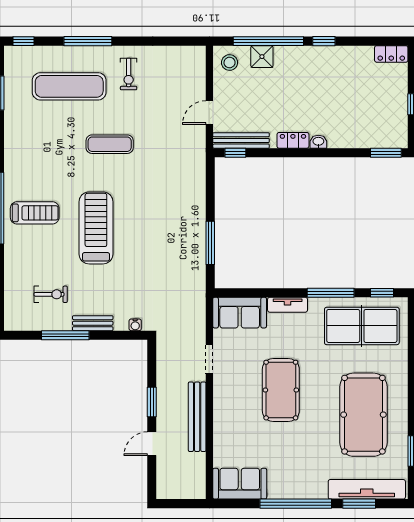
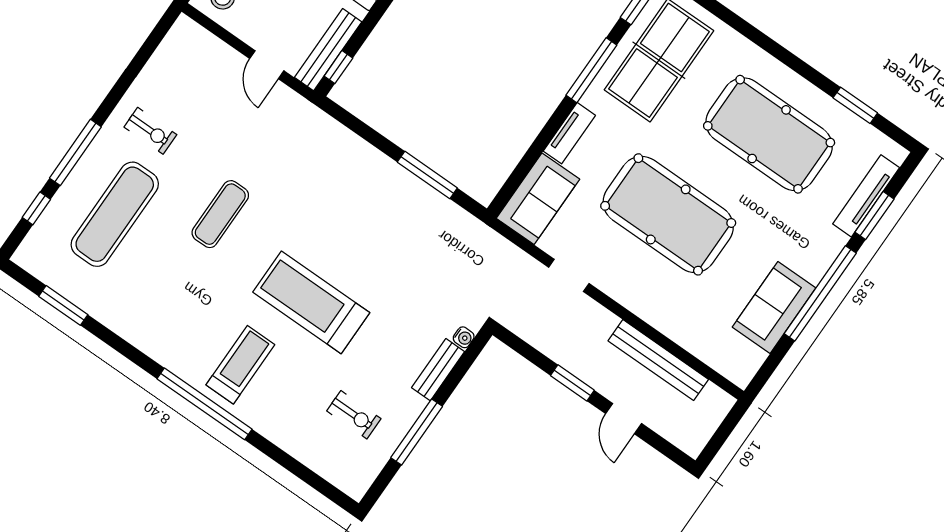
window: (24, 41) -> (36, 208), moved
exercise bike: (51, 294) -> (354, 415), turned 90
bench: (93, 323) -> (438, 370), moved
pool table: (281, 390) -> (668, 214), width x1.36, depth x1.32
bench: (197, 417) -> (658, 360), moved
sofa: (240, 484) -> (774, 308), moved
tv unit: (367, 489) -> (866, 196), width x0.73, depth x0.78

